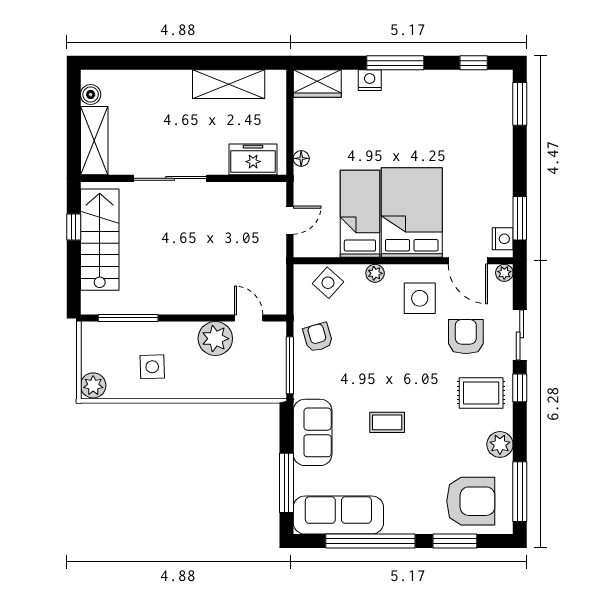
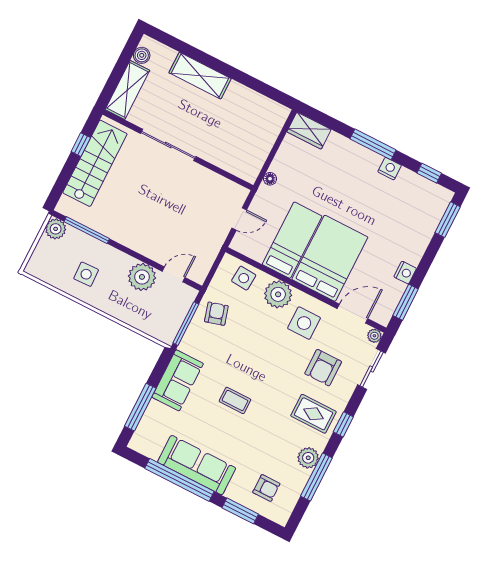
nightstand: (370, 80) -> (390, 169), moved
shelving: (229, 84) -> (200, 76), moved
freezer: (253, 159) -> (235, 162), removed
nightstand: (503, 239) -> (405, 273), moved
door: (468, 261) -> (352, 314), swing flipped
plant: (375, 273) -> (278, 294), width x1.88, depth x1.88
side table: (328, 283) -> (244, 278), turned -38
door: (249, 318) -> (174, 274), hinge flipped
sliding door: (520, 335) -> (372, 369), moved
armchair: (466, 337) -> (323, 368), turned 180
plant: (93, 385) -> (56, 229), moved
window: (520, 492) -> (316, 477), moved
armchair: (471, 501) -> (266, 488), width x0.53, depth x0.53
sofa: (338, 515) -> (197, 465), moved

